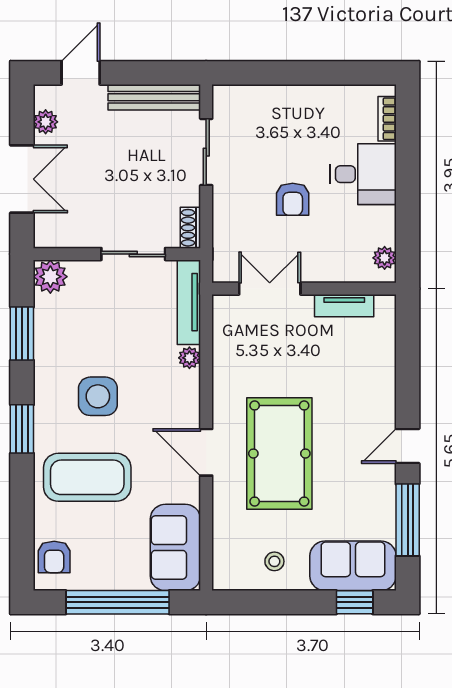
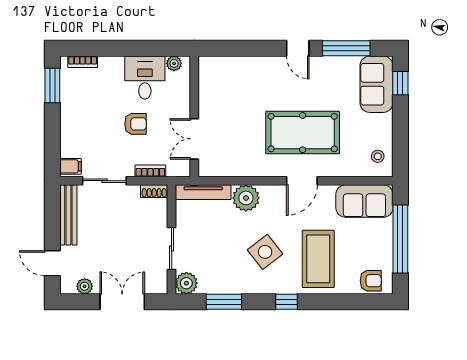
window: (351, 73) -> (52, 86), added
filing cabinet: (228, 100) -> (70, 166), added
desk: (363, 174) -> (145, 78), moved
bookcase: (221, 222) -> (150, 171), added
sliding door: (133, 254) -> (172, 248), moved
tv unit: (344, 306) -> (205, 90), removed
plant: (189, 358) -> (246, 198), width x1.88, depth x1.88
side table: (98, 396) -> (265, 252), turned -38
window: (22, 429) -> (286, 302), width x0.67
stool: (274, 561) -> (378, 156), moved

